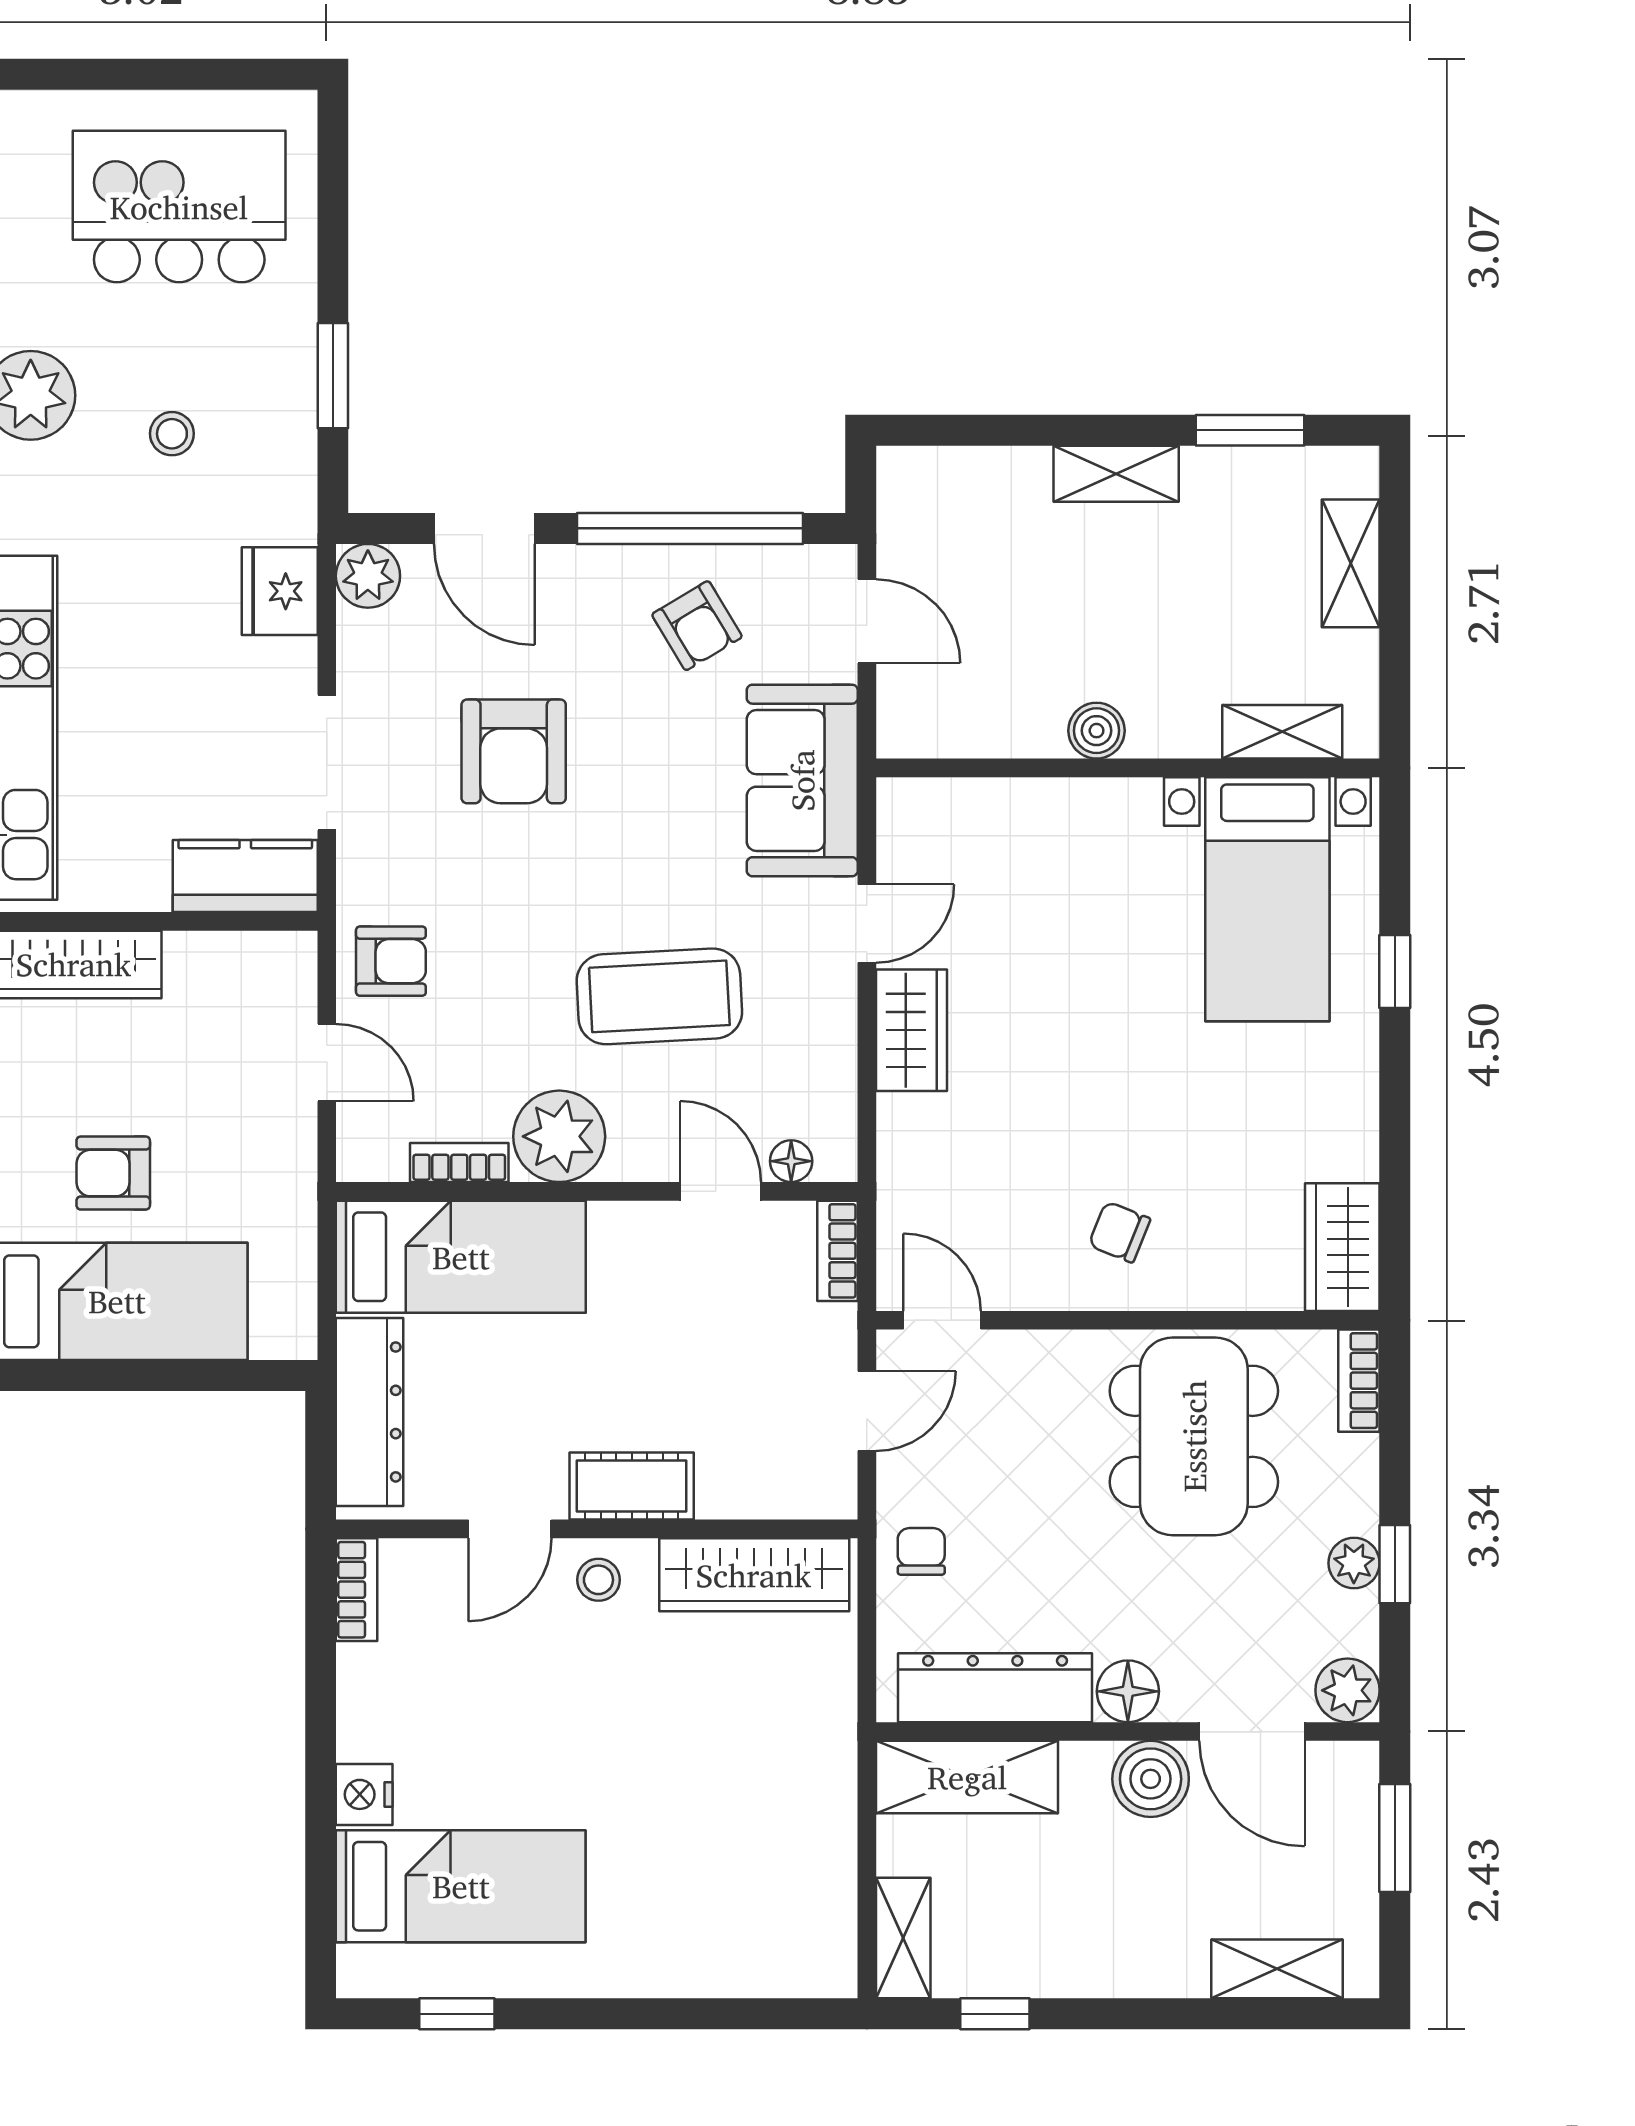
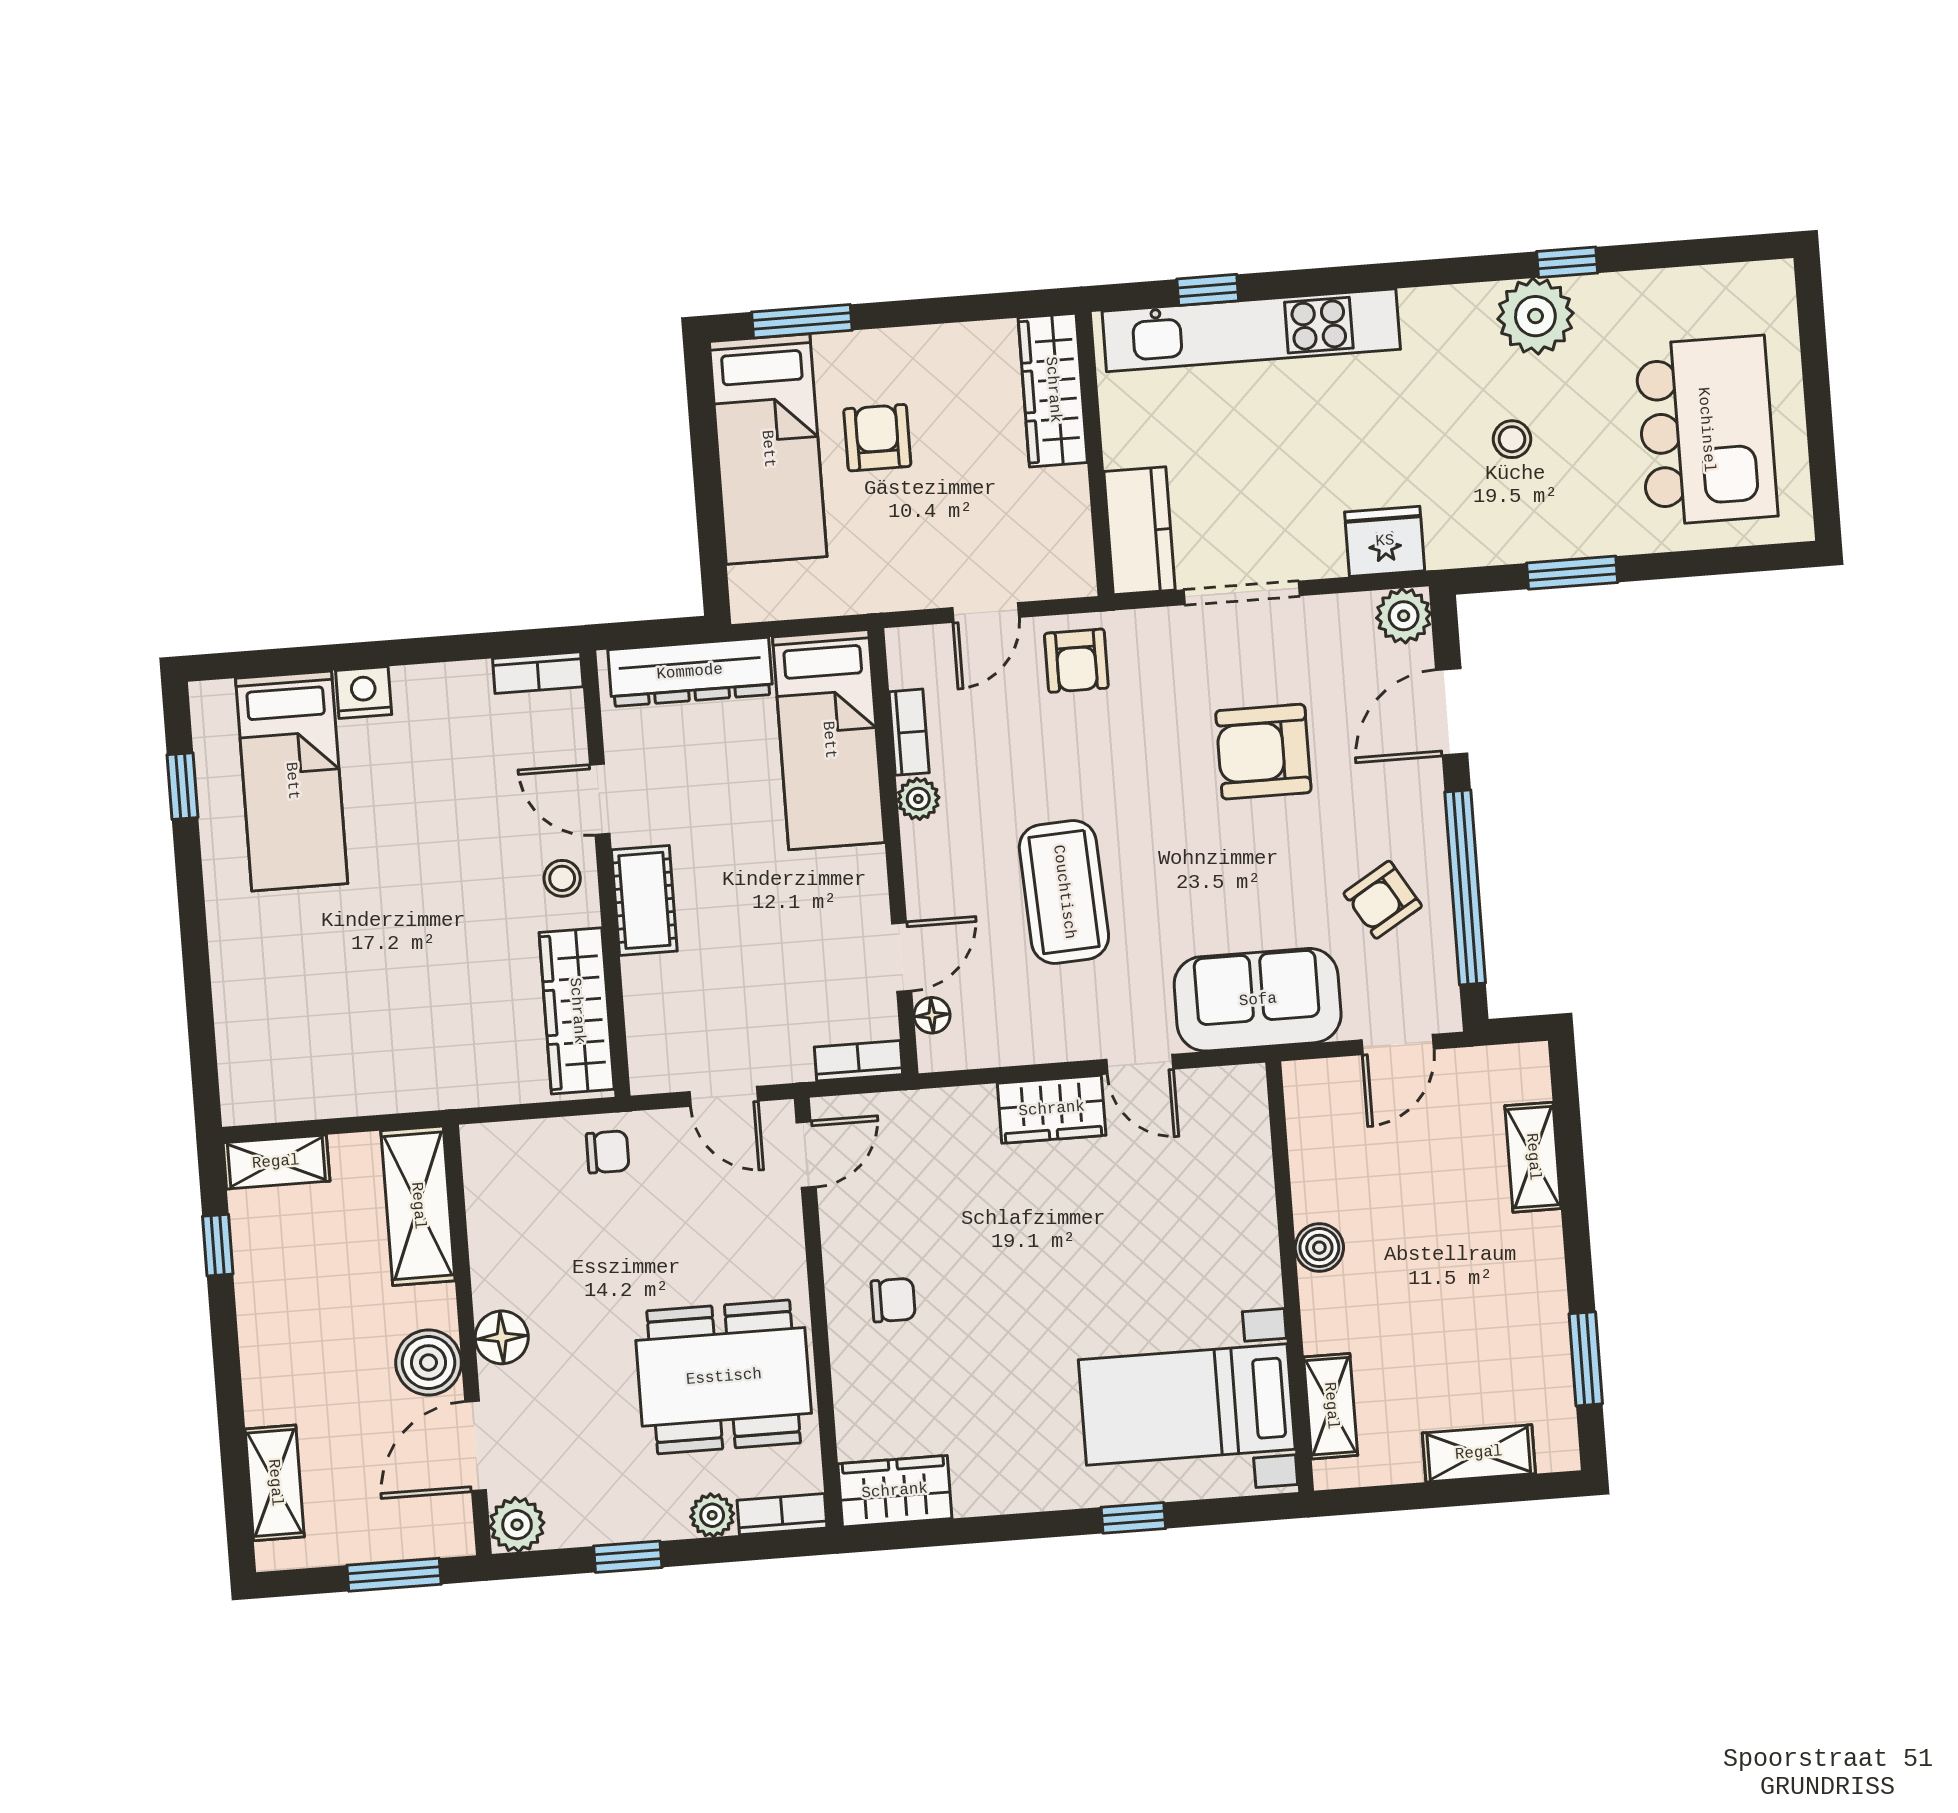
shelving: (1116, 474) -> (1533, 1157), moved
plant: (559, 1136) -> (918, 799), width x0.53, depth x0.53
chair: (1119, 1232) -> (893, 1300), turned 68
plant: (1354, 1563) -> (712, 1515), moved
dresser: (995, 1688) -> (496, 1224), removed

